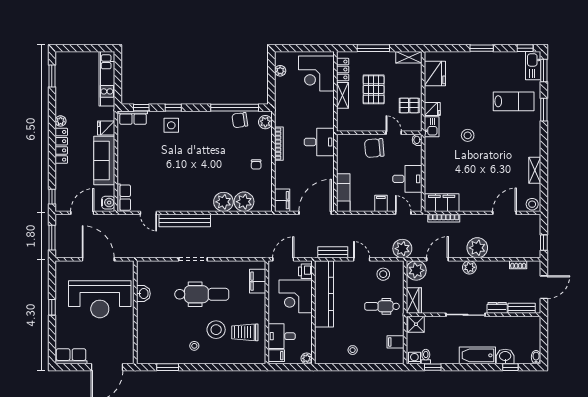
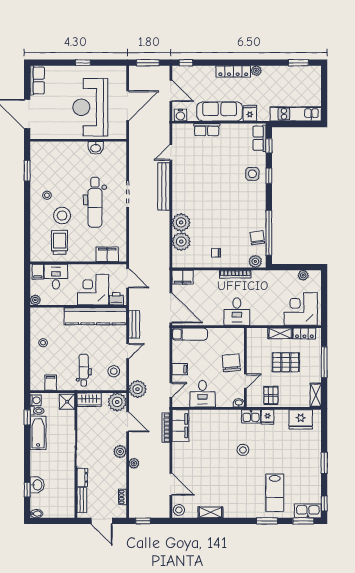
row of seats: (124, 198) -> (207, 130), moved
plant: (477, 248) -> (134, 463), width x0.53, depth x0.53
bathtub: (477, 355) -> (38, 433), moved

